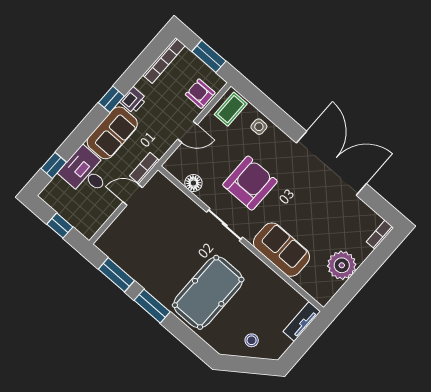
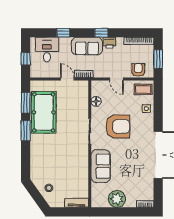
window: (54, 165) -> (63, 33), moved
desk: (86, 172) -> (47, 50), moved
pool table: (208, 292) -> (44, 112), moved, turned 90

